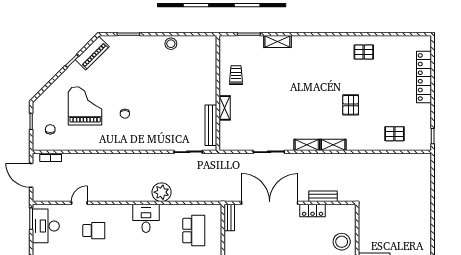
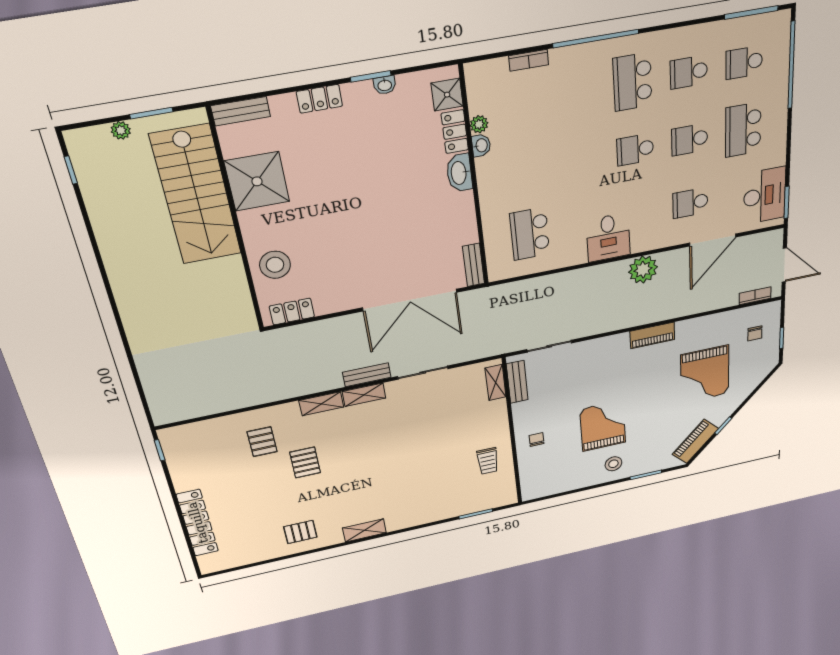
shelving: (277, 42) -> (364, 530), moved
stool: (171, 44) -> (613, 464), moved
grand piano: (157, 83) -> (603, 426), added
shelving: (225, 108) -> (496, 383), moved
chair: (125, 114) -> (537, 439), moved
bench: (211, 125) -> (517, 382), width x0.73
pallet: (394, 134) -> (262, 442), moved, turned 90
piano: (120, 144) -> (652, 335), added
plant: (162, 192) -> (643, 270), moved
bench: (323, 196) -> (367, 375), moved
door: (79, 203) -> (713, 240), width x1.87
locker: (313, 211) -> (292, 312), moved

